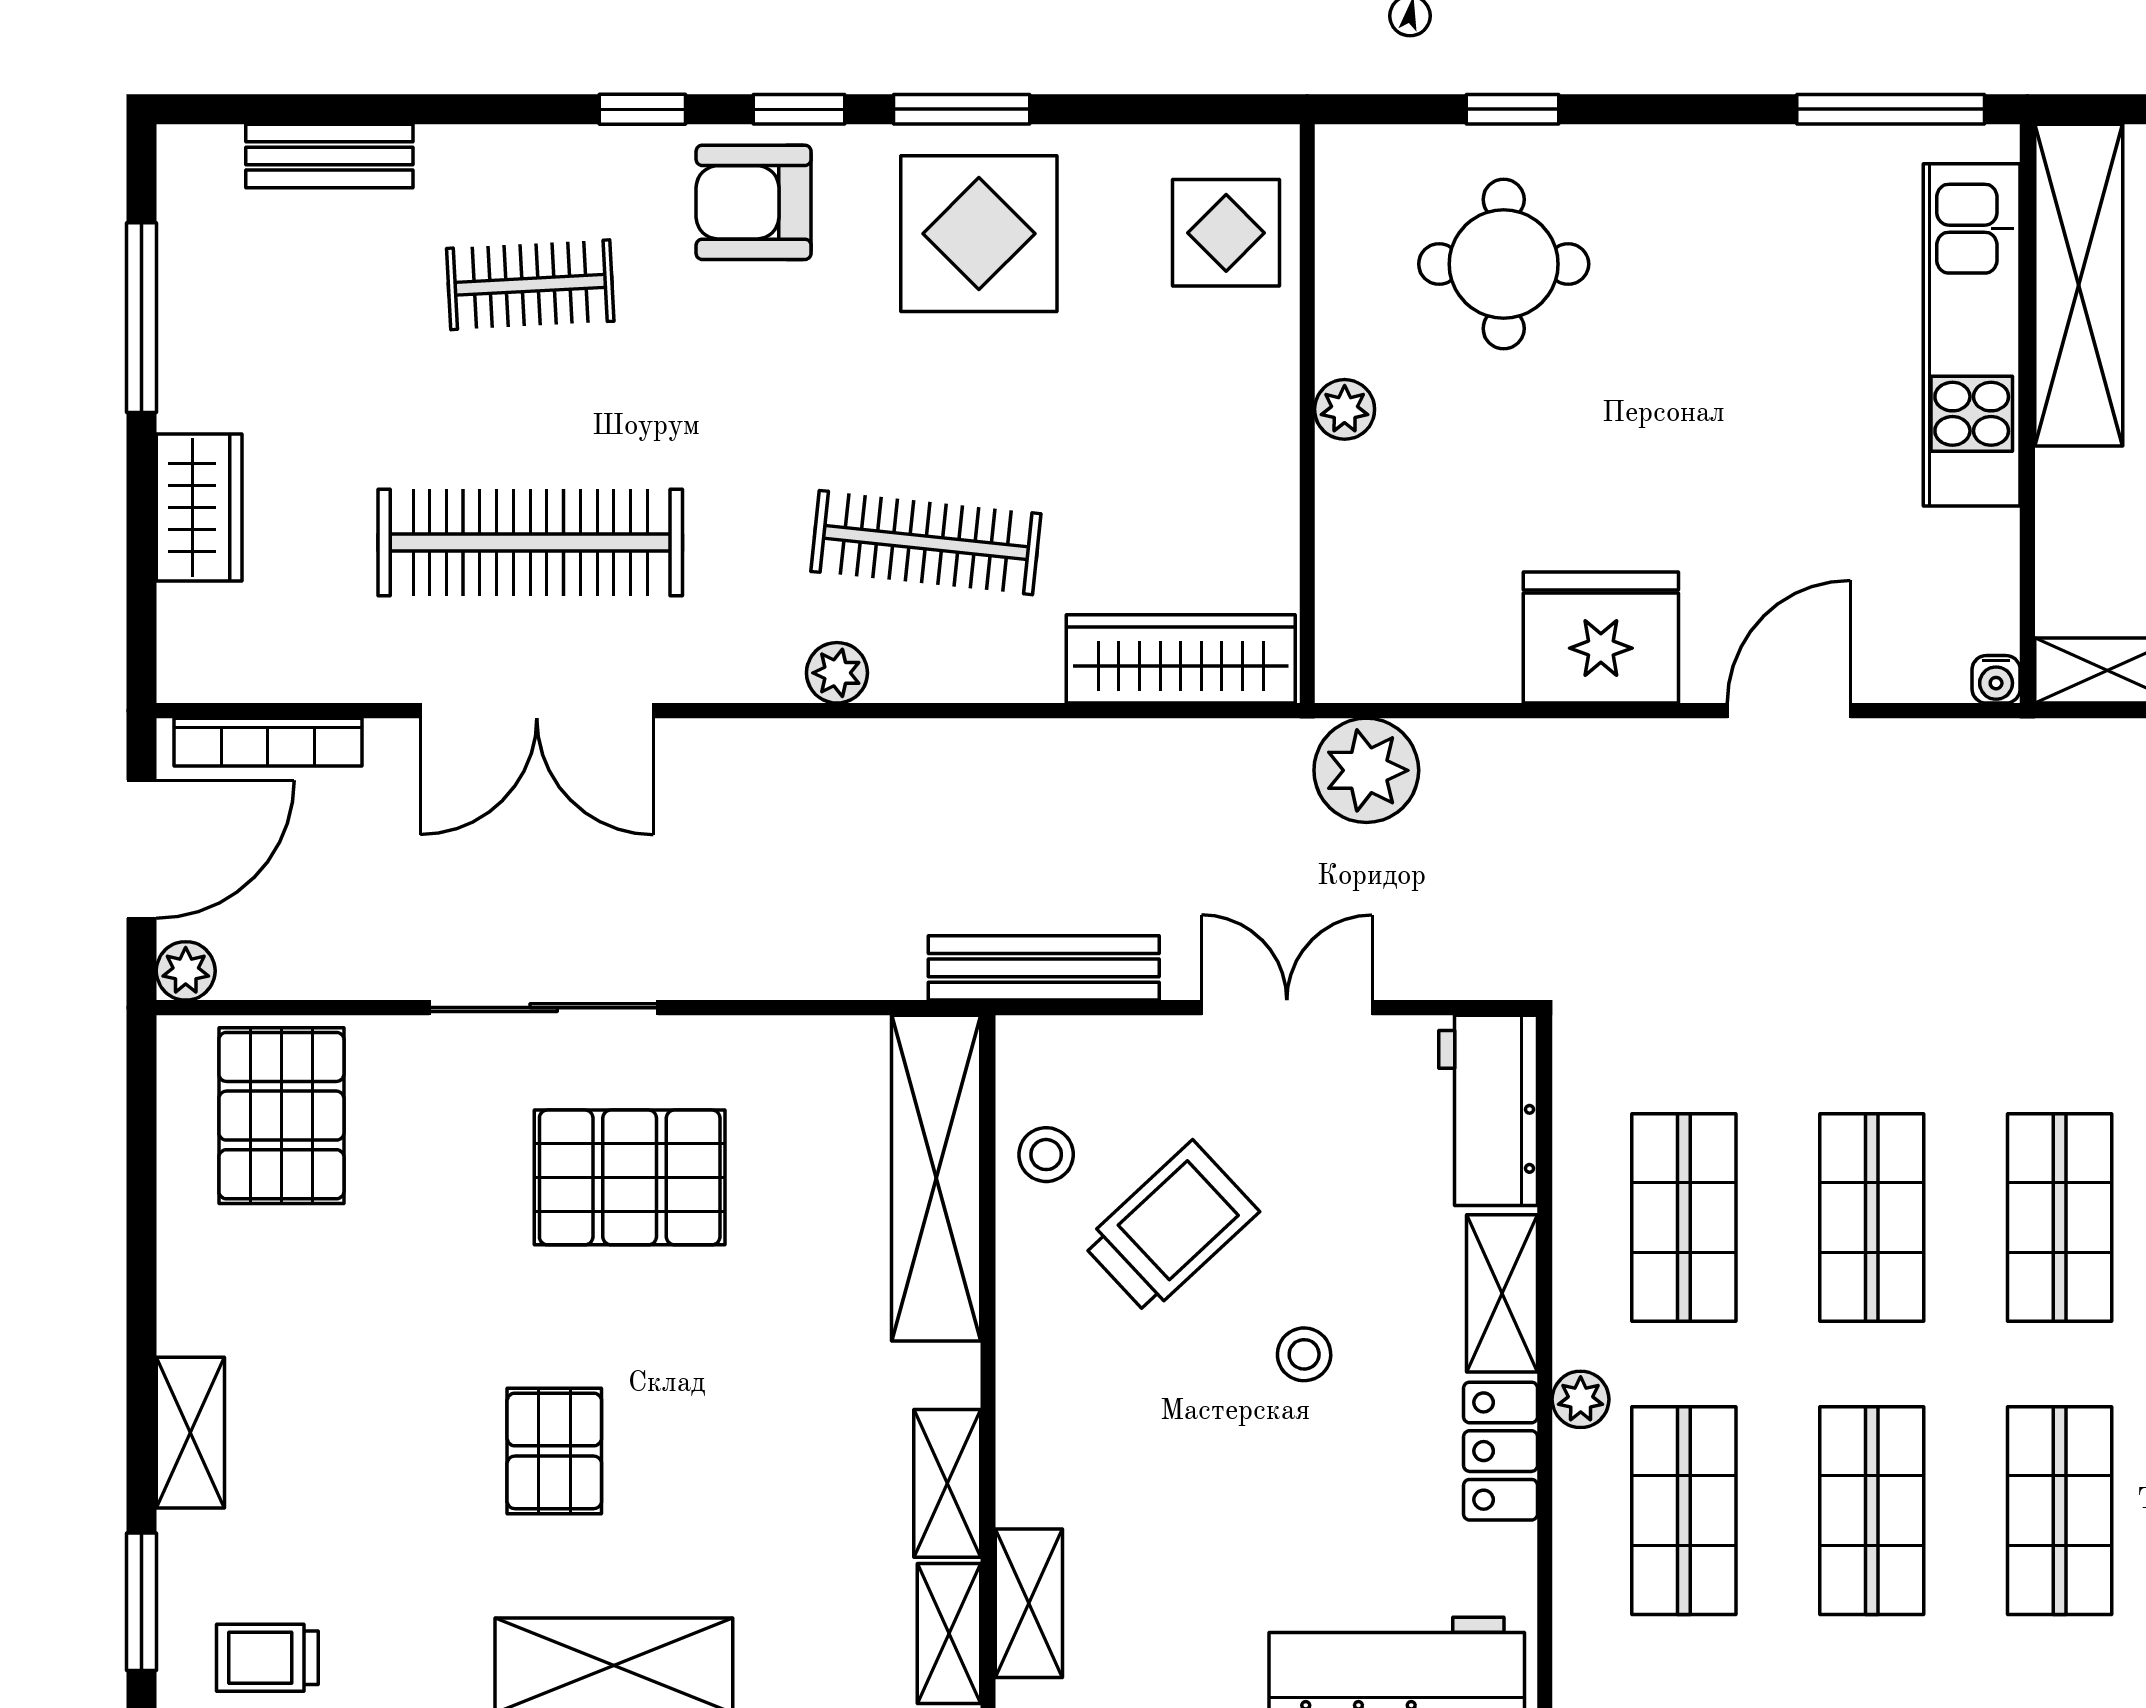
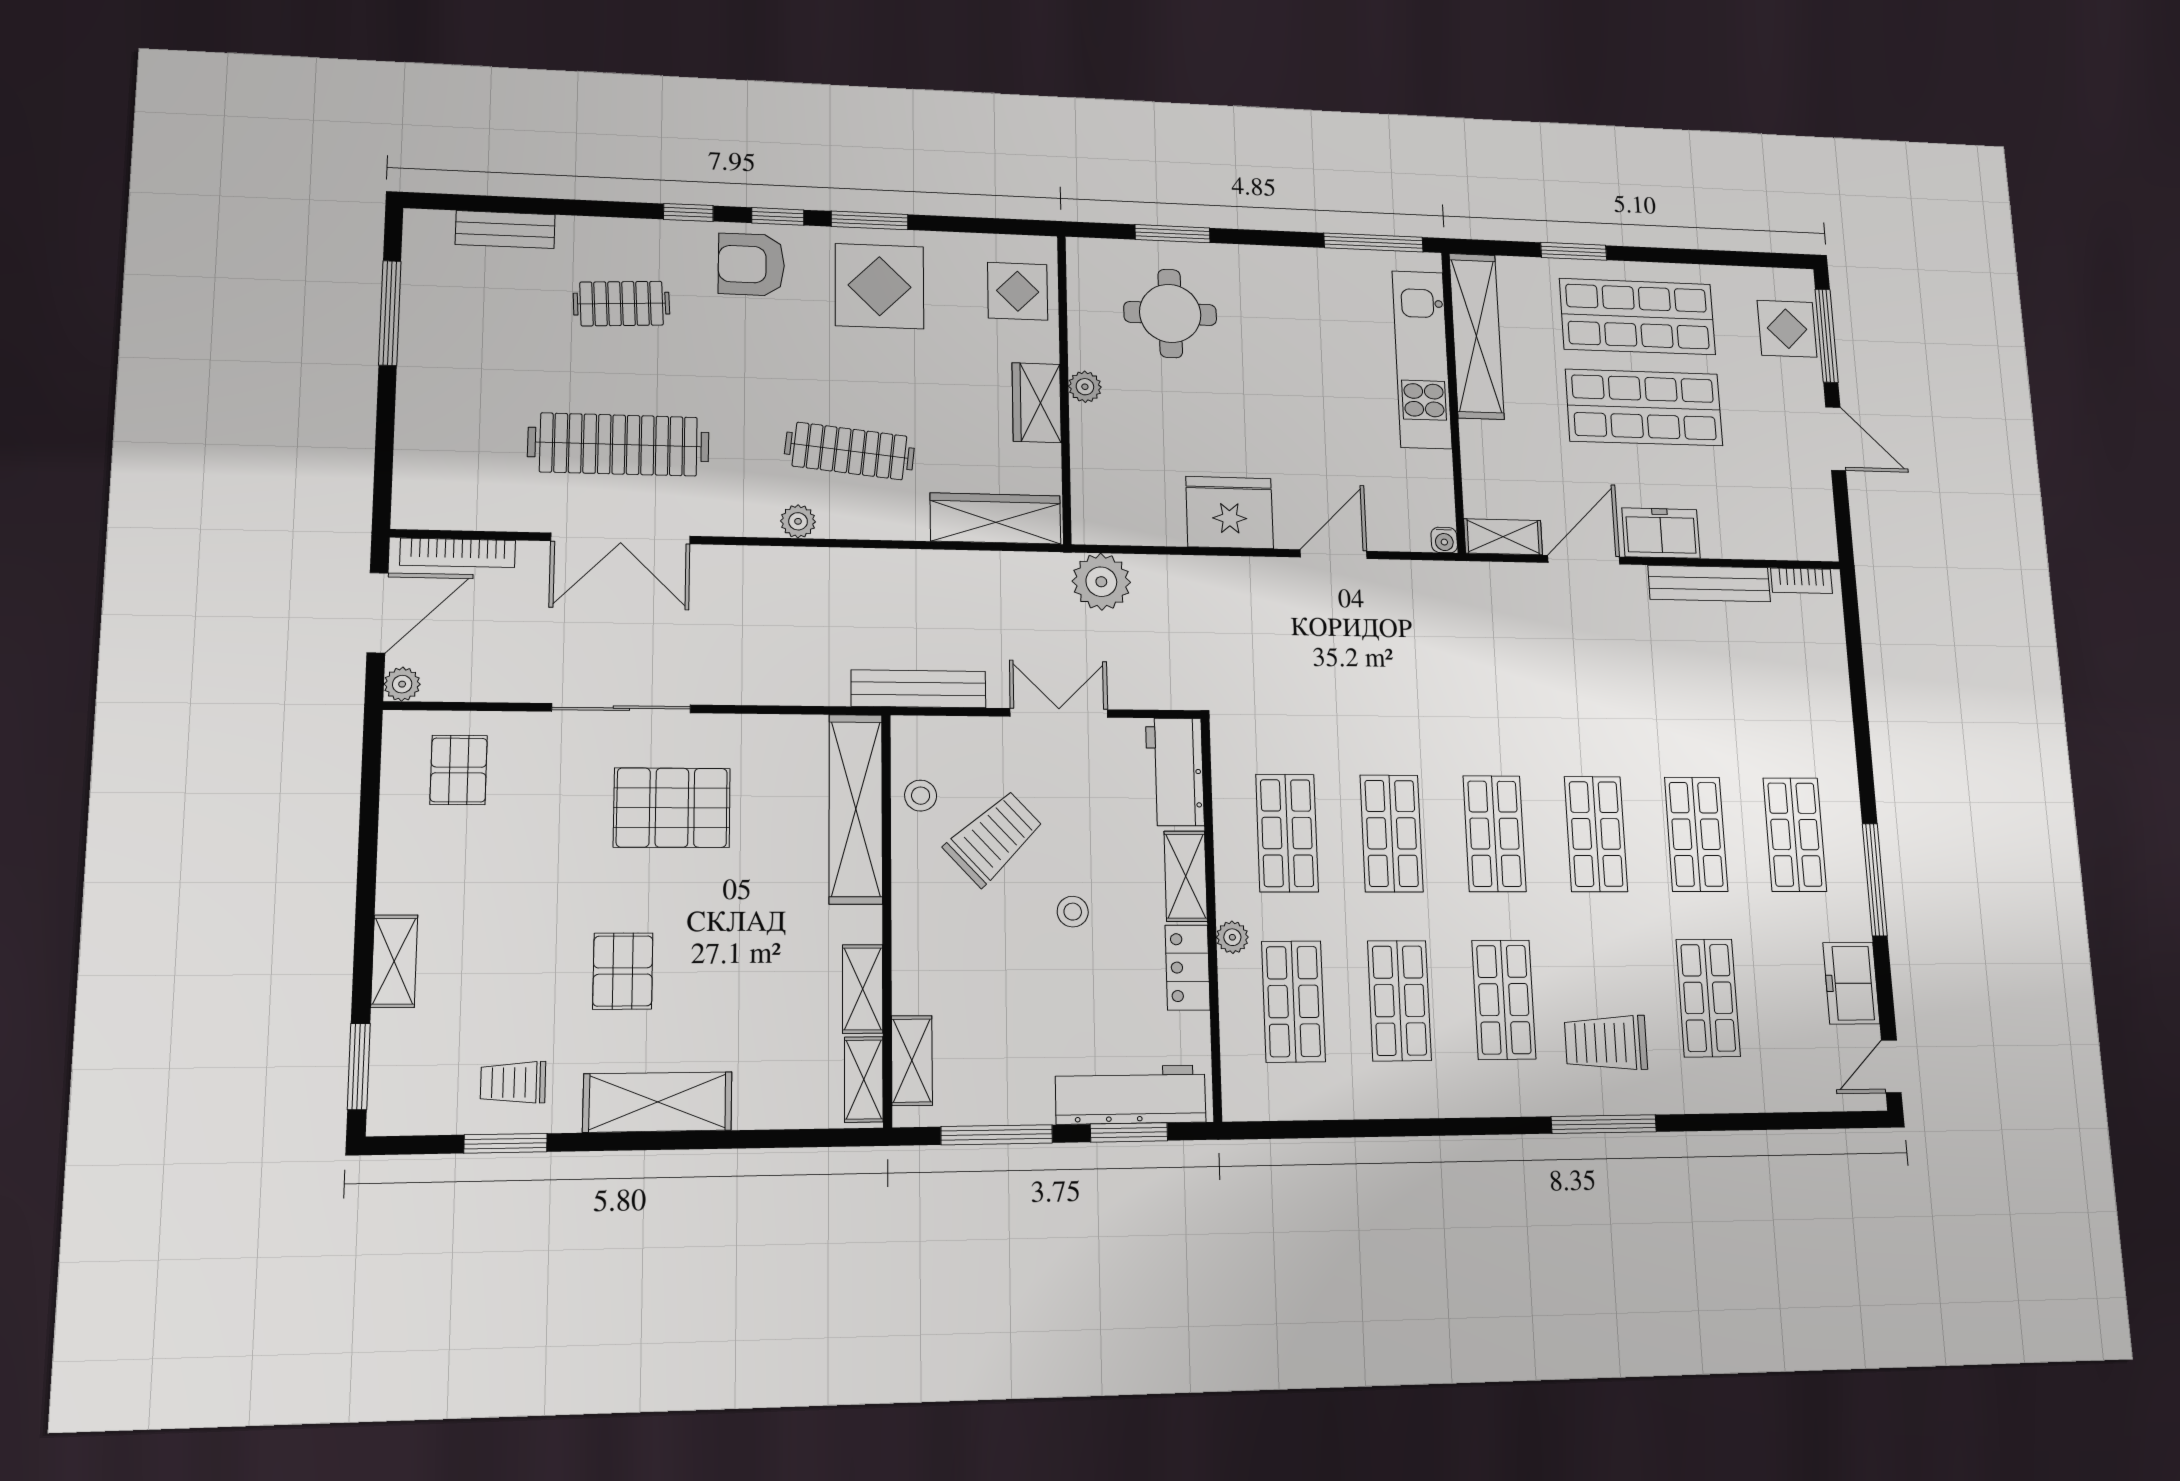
window: (1512, 109) -> (1173, 234), width x1.50
wardrobe: (199, 507) -> (1037, 403), moved, turned 180
pallet: (281, 1116) -> (459, 770), width x0.67, depth x0.71
trolley: (267, 1658) -> (513, 1083), moved

